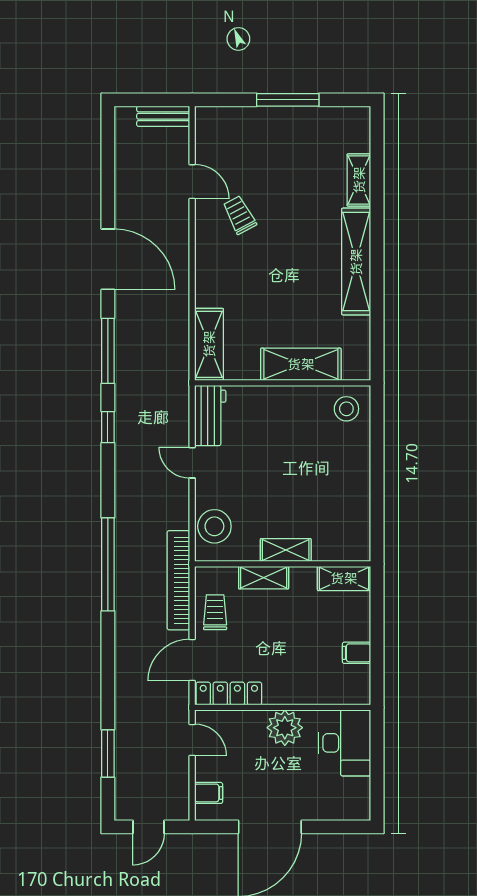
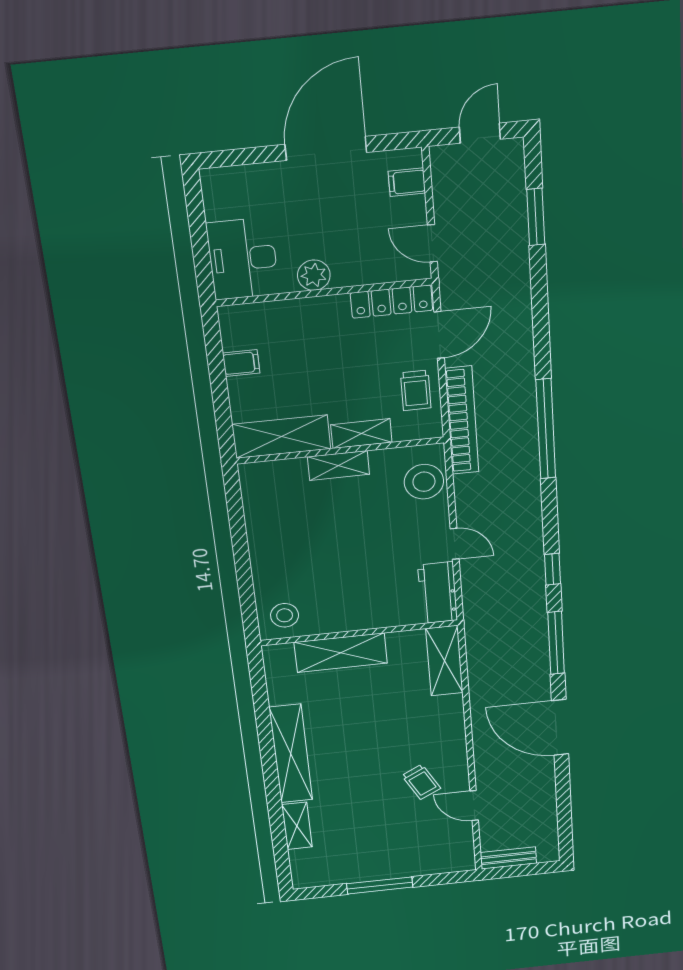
shelving: (344, 578) -> (281, 437), width x1.50, depth x1.33
plant: (285, 728) -> (314, 275), width x0.73, depth x0.73

